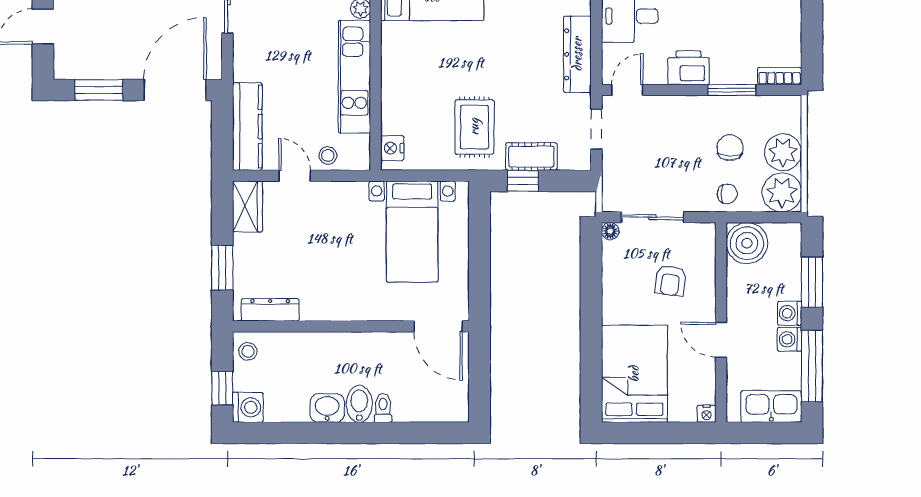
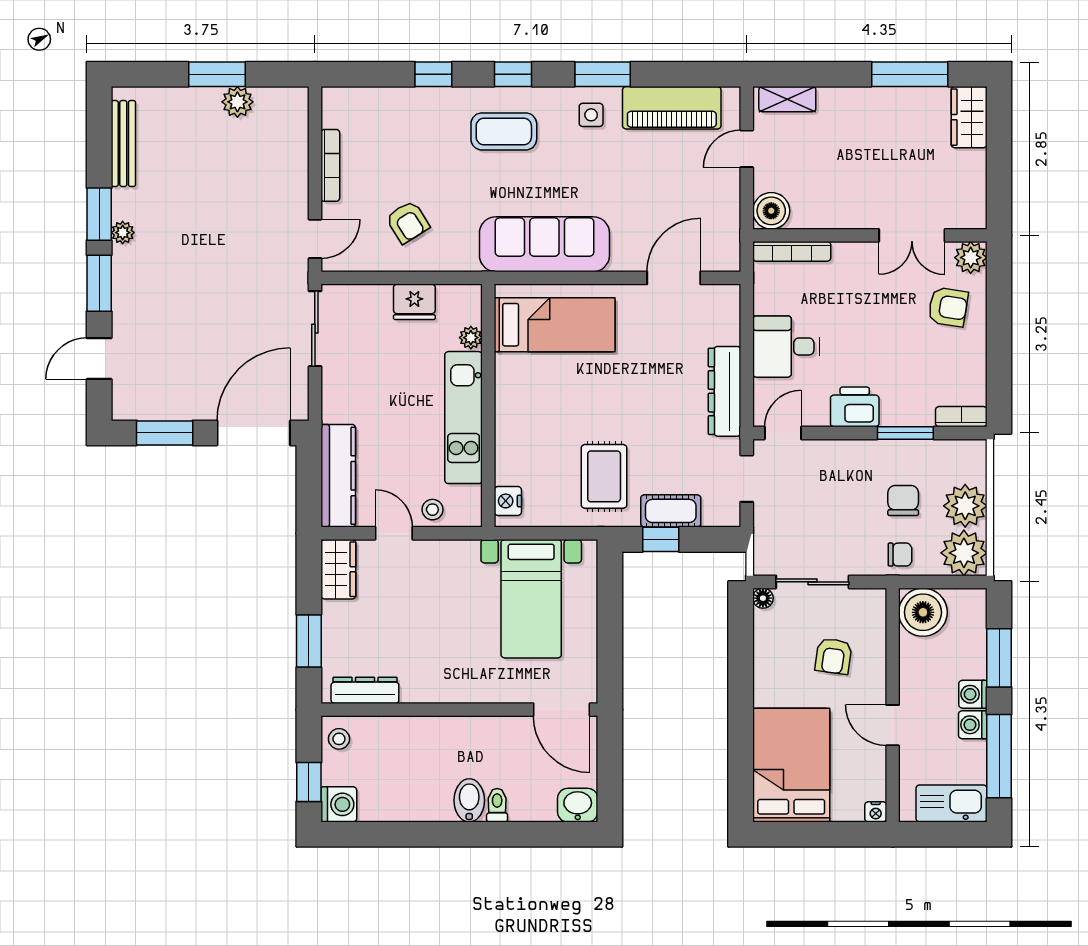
washbasin: (327, 408) -> (578, 805), moved

